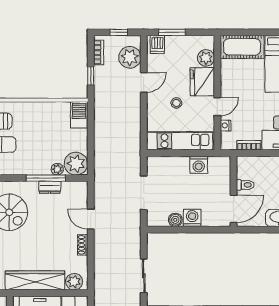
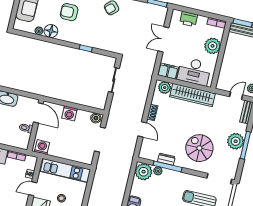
washing machine: (199, 165) -> (42, 147), moved
door: (234, 209) -> (38, 113), swing flipped
boiler: (175, 220) -> (96, 118), moved

